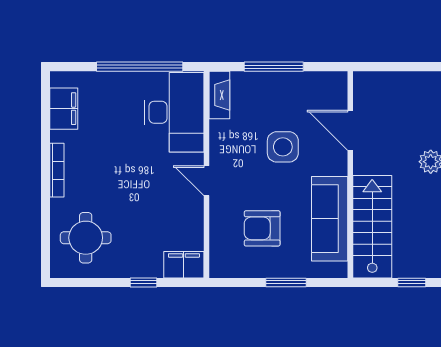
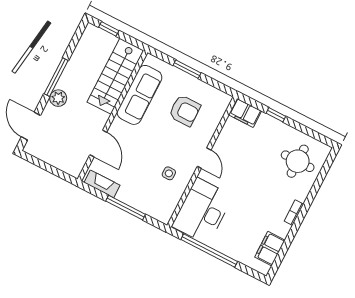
fireplace: (219, 95) -> (102, 184), moved, turned 90
side table: (283, 147) -> (169, 173), moved, width x0.54, depth x0.54
bookcase: (57, 170) -> (294, 213), width x0.64

